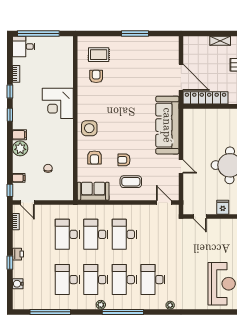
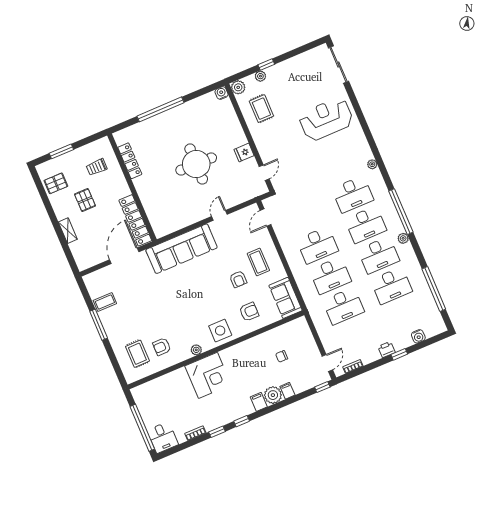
coffee table: (151, 46) -> (105, 302), added
plant: (82, 103) -> (196, 350), added
filing cabinet: (19, 178) -> (287, 391), moved

